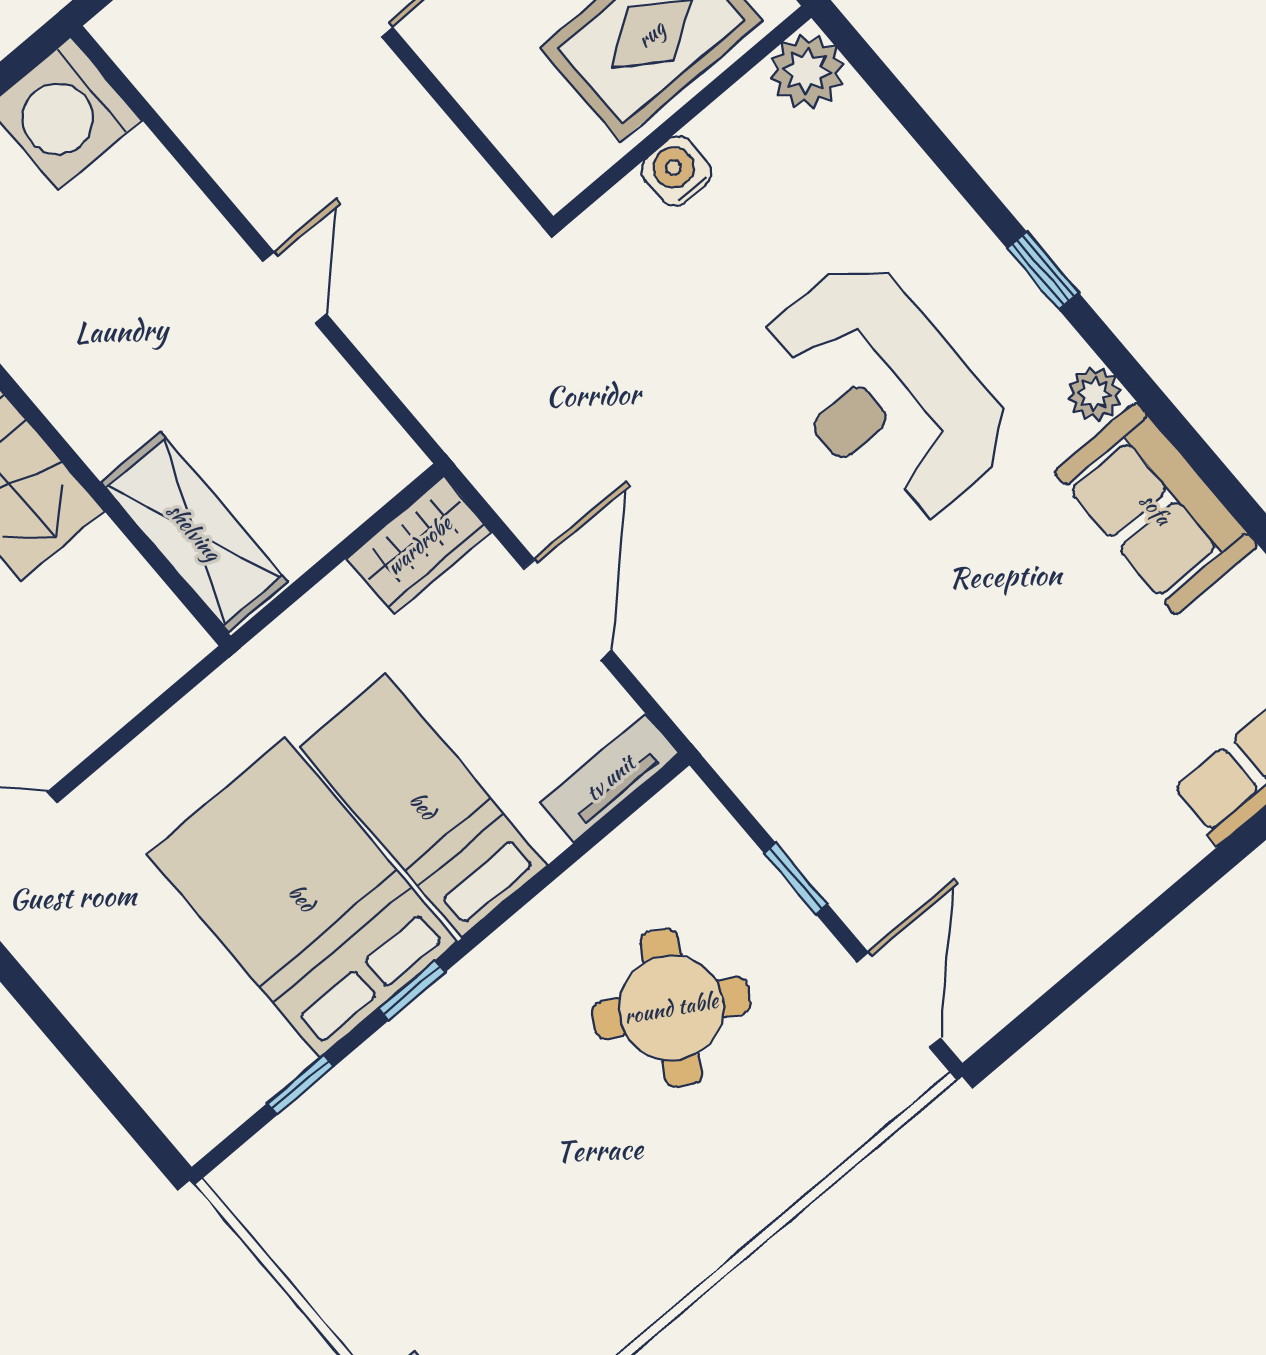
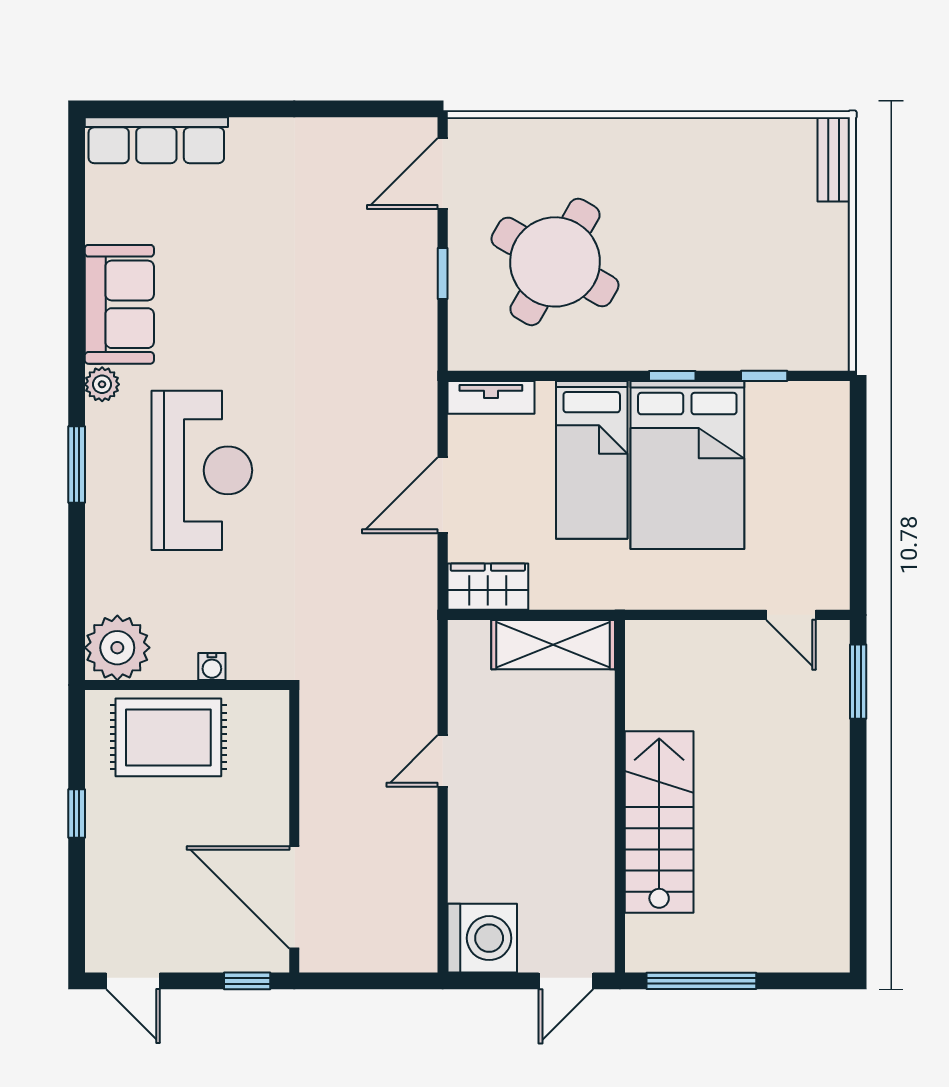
plant: (807, 71) -> (117, 648), width x1.36, depth x1.36
water cooler: (677, 171) -> (212, 667), width x0.72, depth x0.72
window: (1043, 271) -> (77, 464), width x1.50
shelving: (194, 532) -> (553, 645), moved, turned 90
round table: (671, 1008) -> (555, 262), width x1.36, depth x1.36

